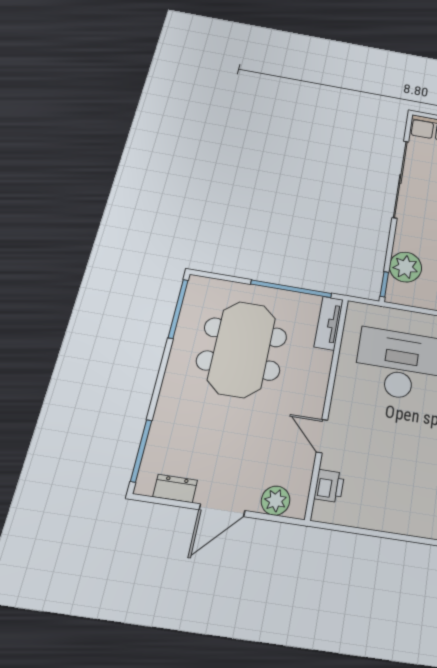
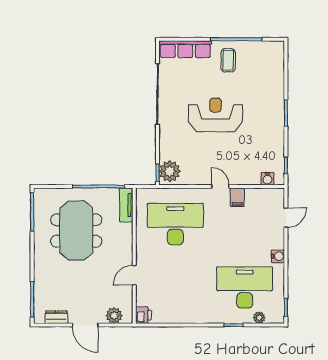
plant: (405, 267) -> (170, 171), moved
door: (322, 436) -> (134, 275), hinge flipped
printer: (329, 486) -> (143, 315), moved
door: (222, 510) -> (85, 325), hinge flipped

